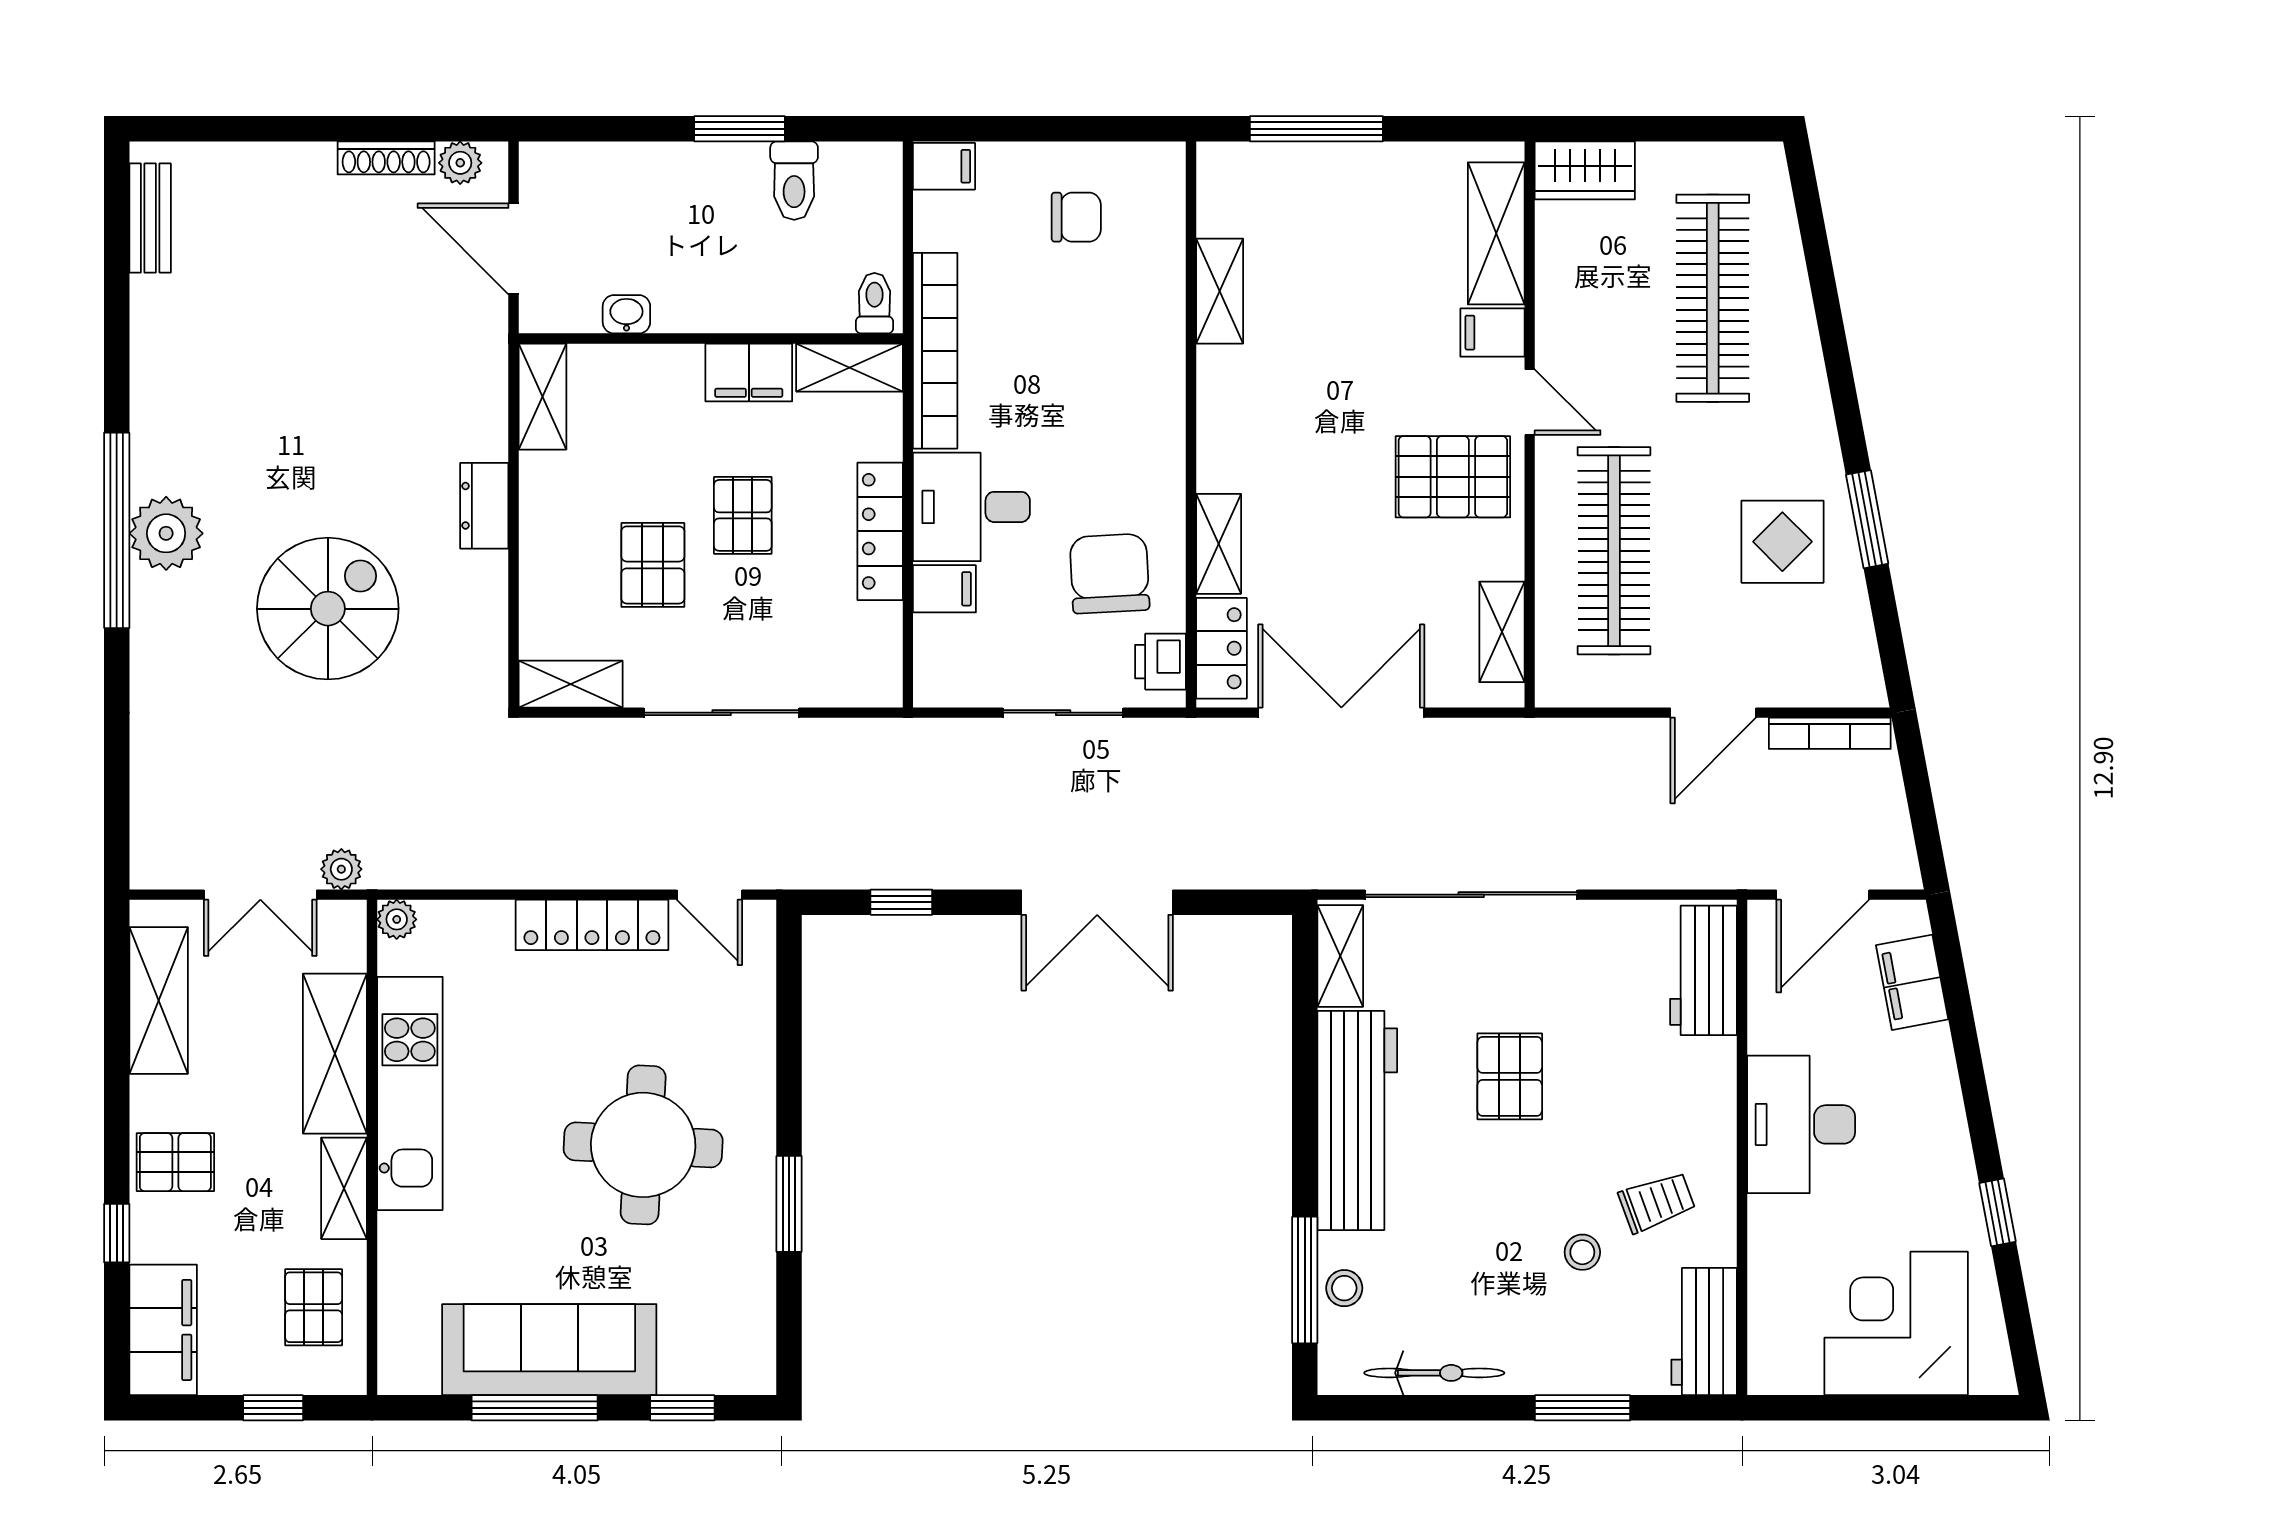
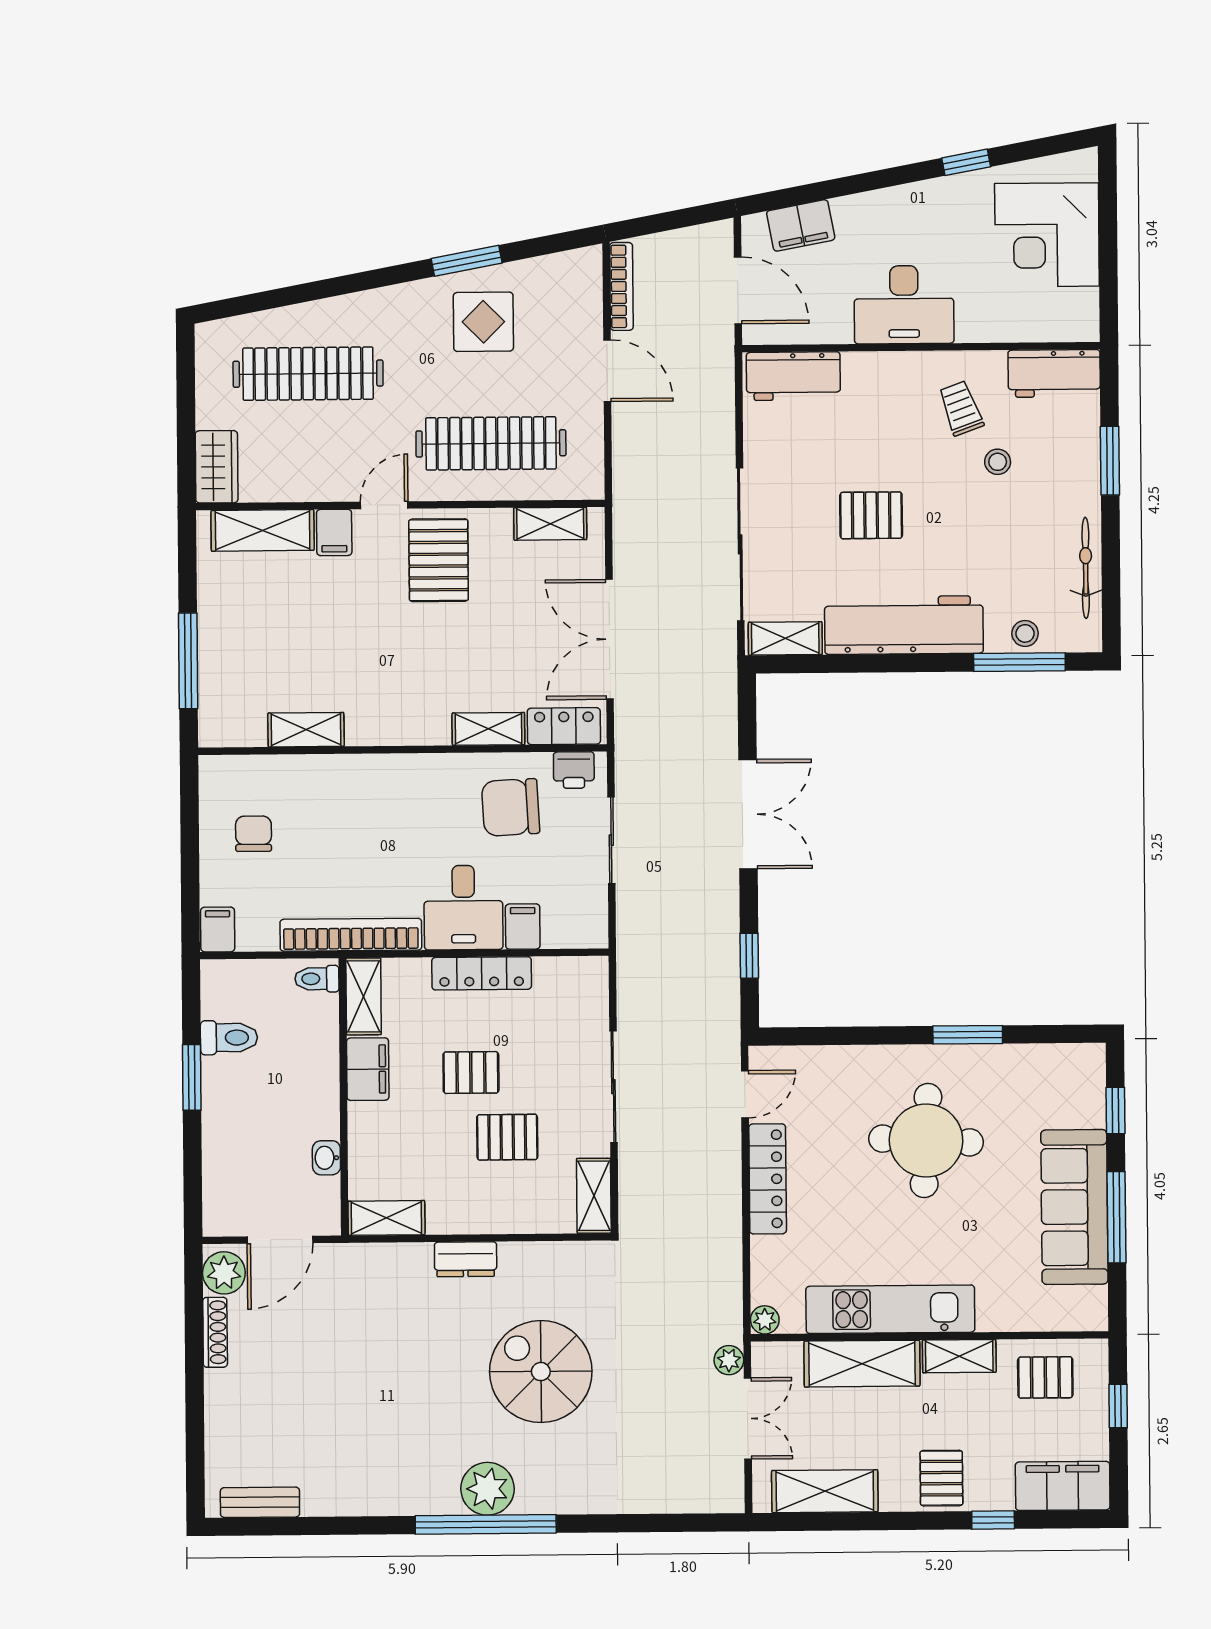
plant: (460, 163) -> (224, 1273), width x1.38, depth x1.38

